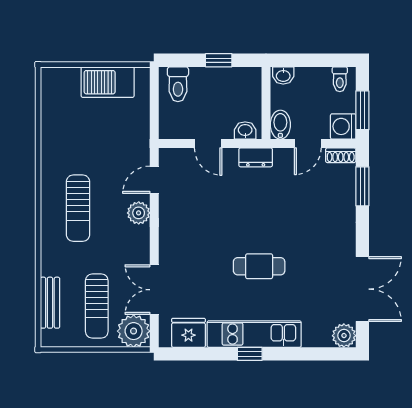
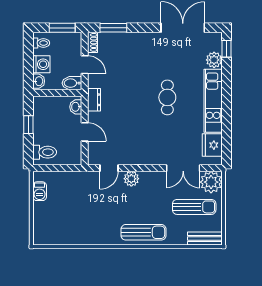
barbecue: (108, 82) -> (40, 191), width x0.53, depth x0.65
washing machine: (343, 126) -> (41, 64), moved, turned -90
door: (208, 144) -> (85, 132), hinge flipped
door: (154, 180) -> (109, 168), hinge flipped
sun lounger: (78, 208) -> (144, 232), moved
bench: (50, 303) -> (205, 238), moved
plant: (344, 336) -> (214, 60), moved
window: (250, 354) -> (226, 49), moved

